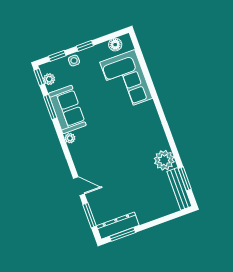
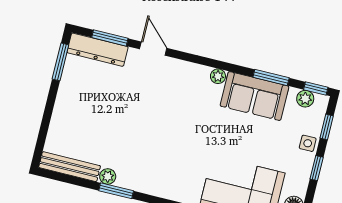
plant: (164, 160) -> (108, 176), width x0.53, depth x0.53
window: (185, 179) -> (116, 191), moved
door: (79, 186) -> (153, 49), swing flipped
dresser: (118, 226) -> (98, 50), moved, turned 90

